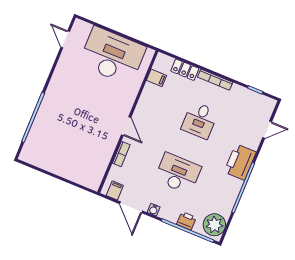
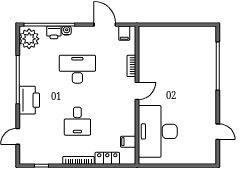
door: (65, 39) -> (218, 132), moved
desk: (112, 56) -> (158, 131), moved, turned 90
desk: (200, 120) -> (77, 121), turned 180
door: (126, 126) -> (137, 91), swing flipped
desk: (178, 173) -> (77, 69), turned 180
water cooler: (154, 210) -> (67, 30), moved

